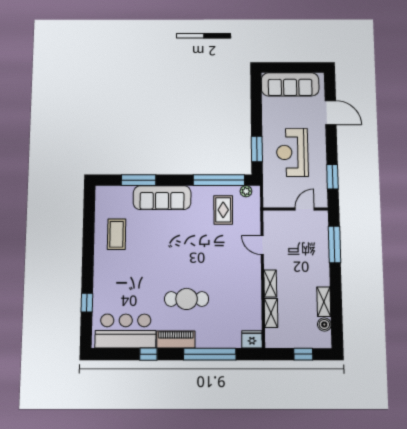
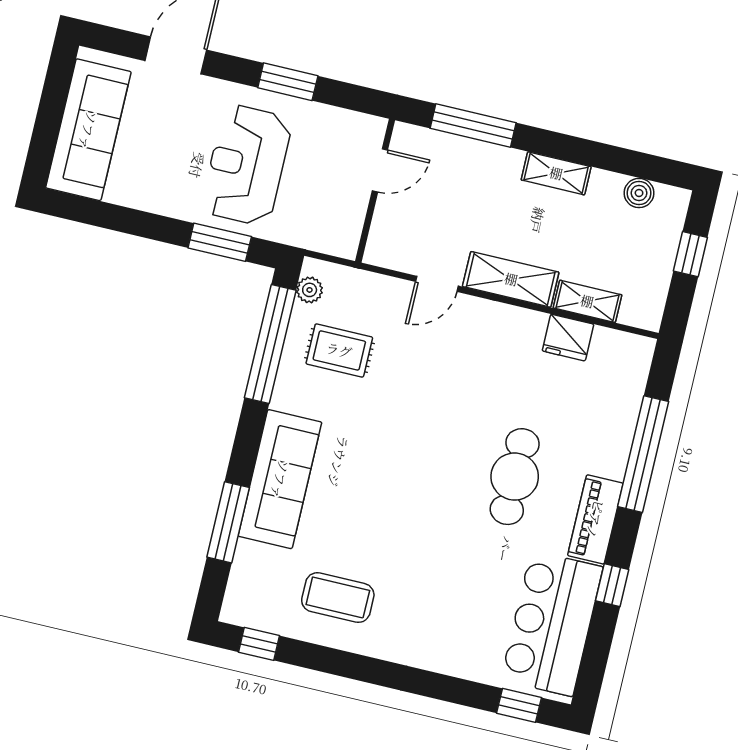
reception desk: (292, 152) -> (247, 165), turned 90
window: (332, 177) -> (288, 82), moved
window: (89, 205) -> (259, 644), added
door: (305, 209) -> (380, 170), swing flipped
shelving: (270, 284) -> (511, 279), width x1.50, depth x1.33
shelving: (324, 302) -> (556, 173), moved
window: (87, 303) -> (519, 705), moved
fridge: (252, 339) -> (568, 338), moved, turned -90

